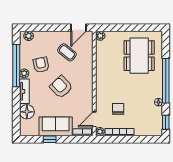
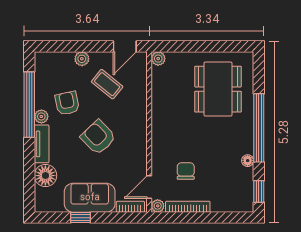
plant: (29, 36) -> (82, 59), moved

